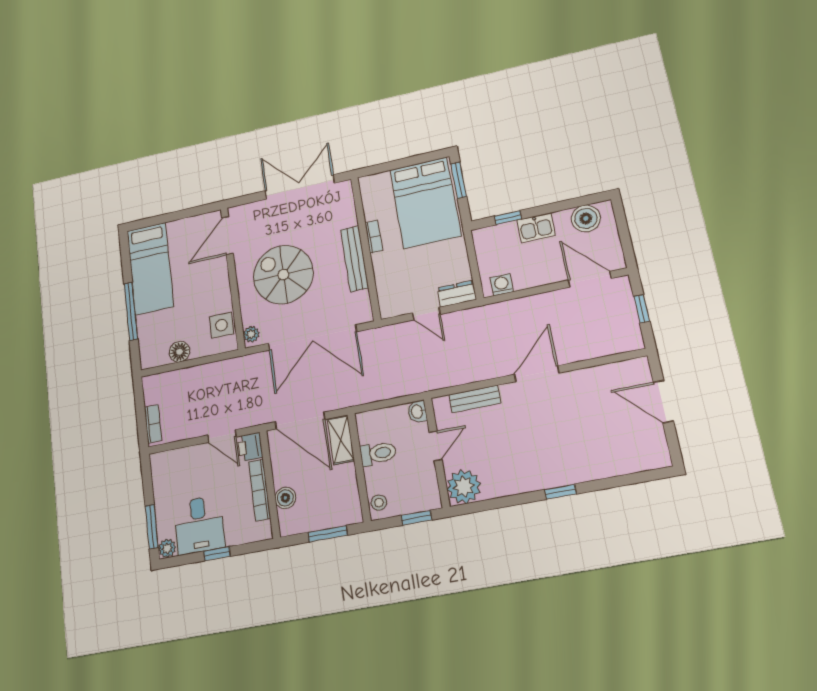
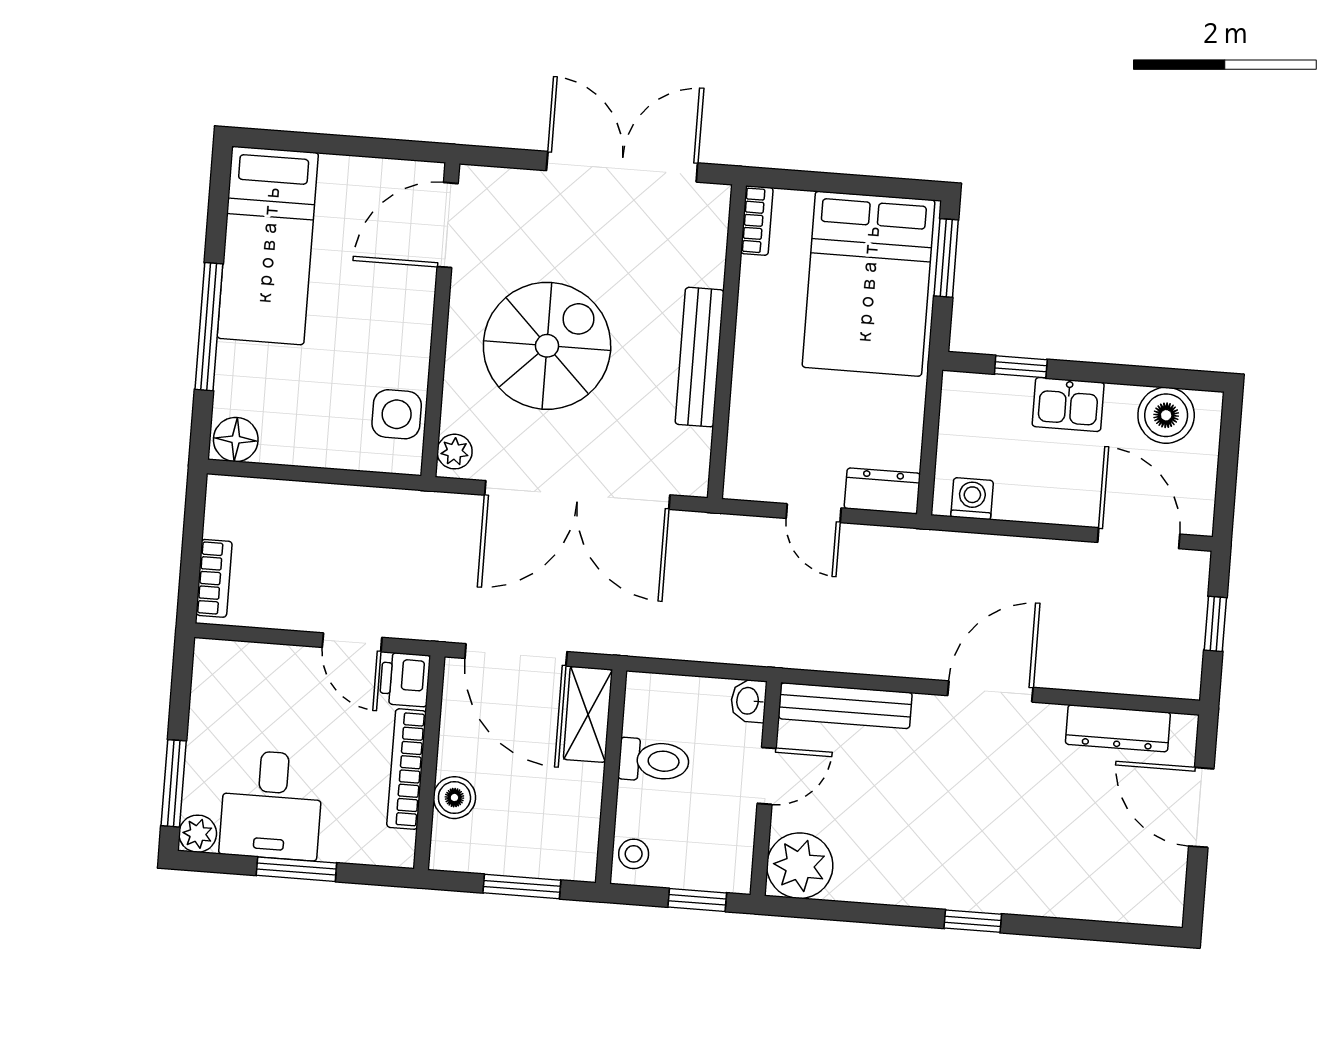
bookcase: (374, 237) -> (757, 221), moved
spiral stairs: (283, 275) -> (547, 346), turned 90
floor lamp: (179, 352) -> (236, 439), moved
dresser: (607, 374) -> (1118, 728), added
bench: (475, 399) -> (845, 706), width x1.36
window: (217, 554) -> (296, 869), width x1.50

